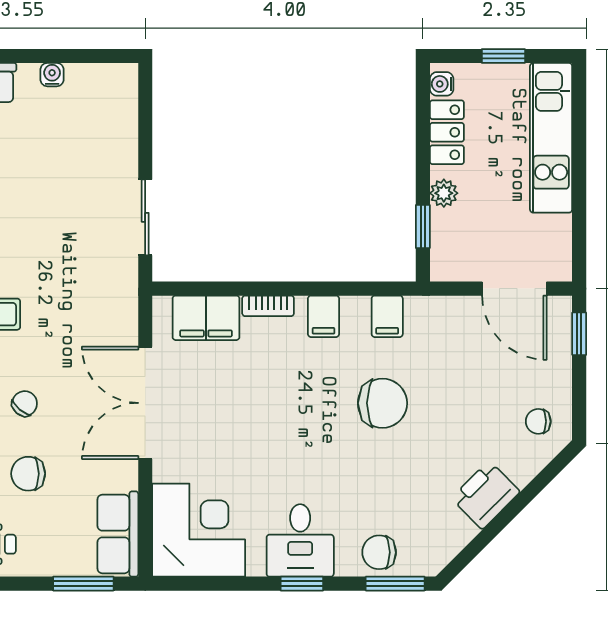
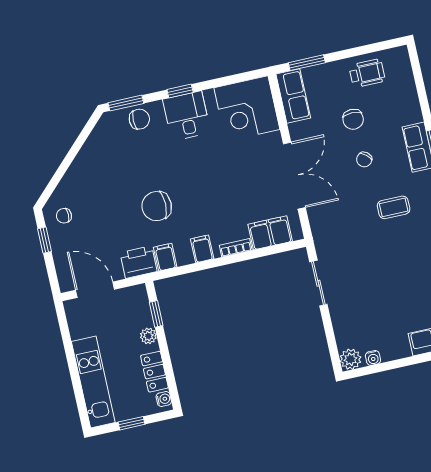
water cooler: (52, 75) -> (373, 358), moved
plant: (120, 81) -> (351, 359), added
window: (579, 334) -> (45, 240), moved
chair: (538, 421) -> (64, 216), turned 180
chair: (28, 474) -> (353, 119), turned 90
printer: (486, 495) -> (139, 262), moved, turned -135

